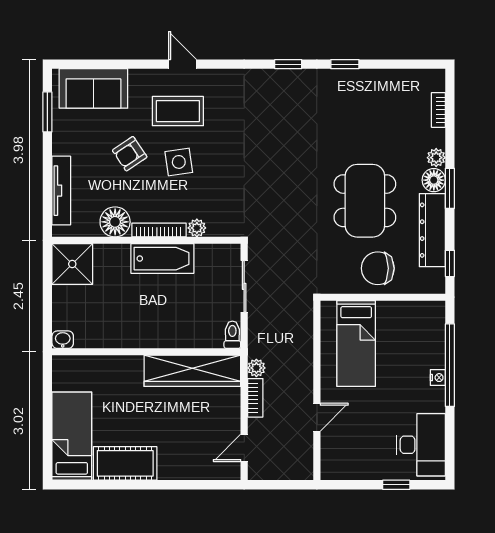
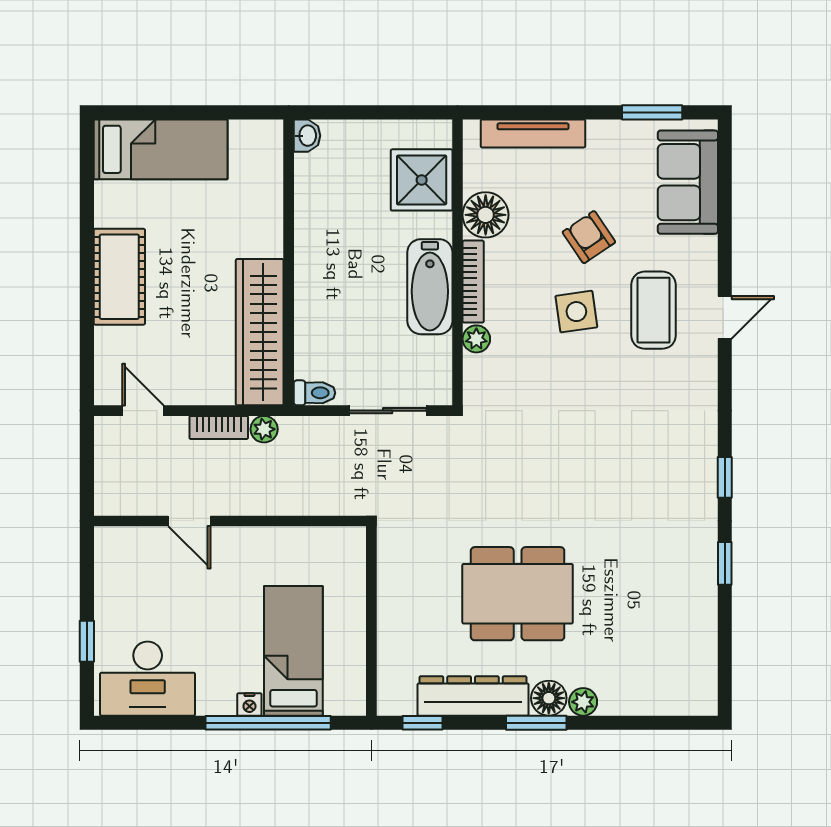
bookcase: (438, 110) -> (655, 705), removed
shower: (72, 264) -> (422, 180), moved
chair: (378, 268) -> (415, 613), removed
bed: (356, 343) -> (293, 651), moved, turned 90
cot: (125, 463) -> (119, 277), moved

